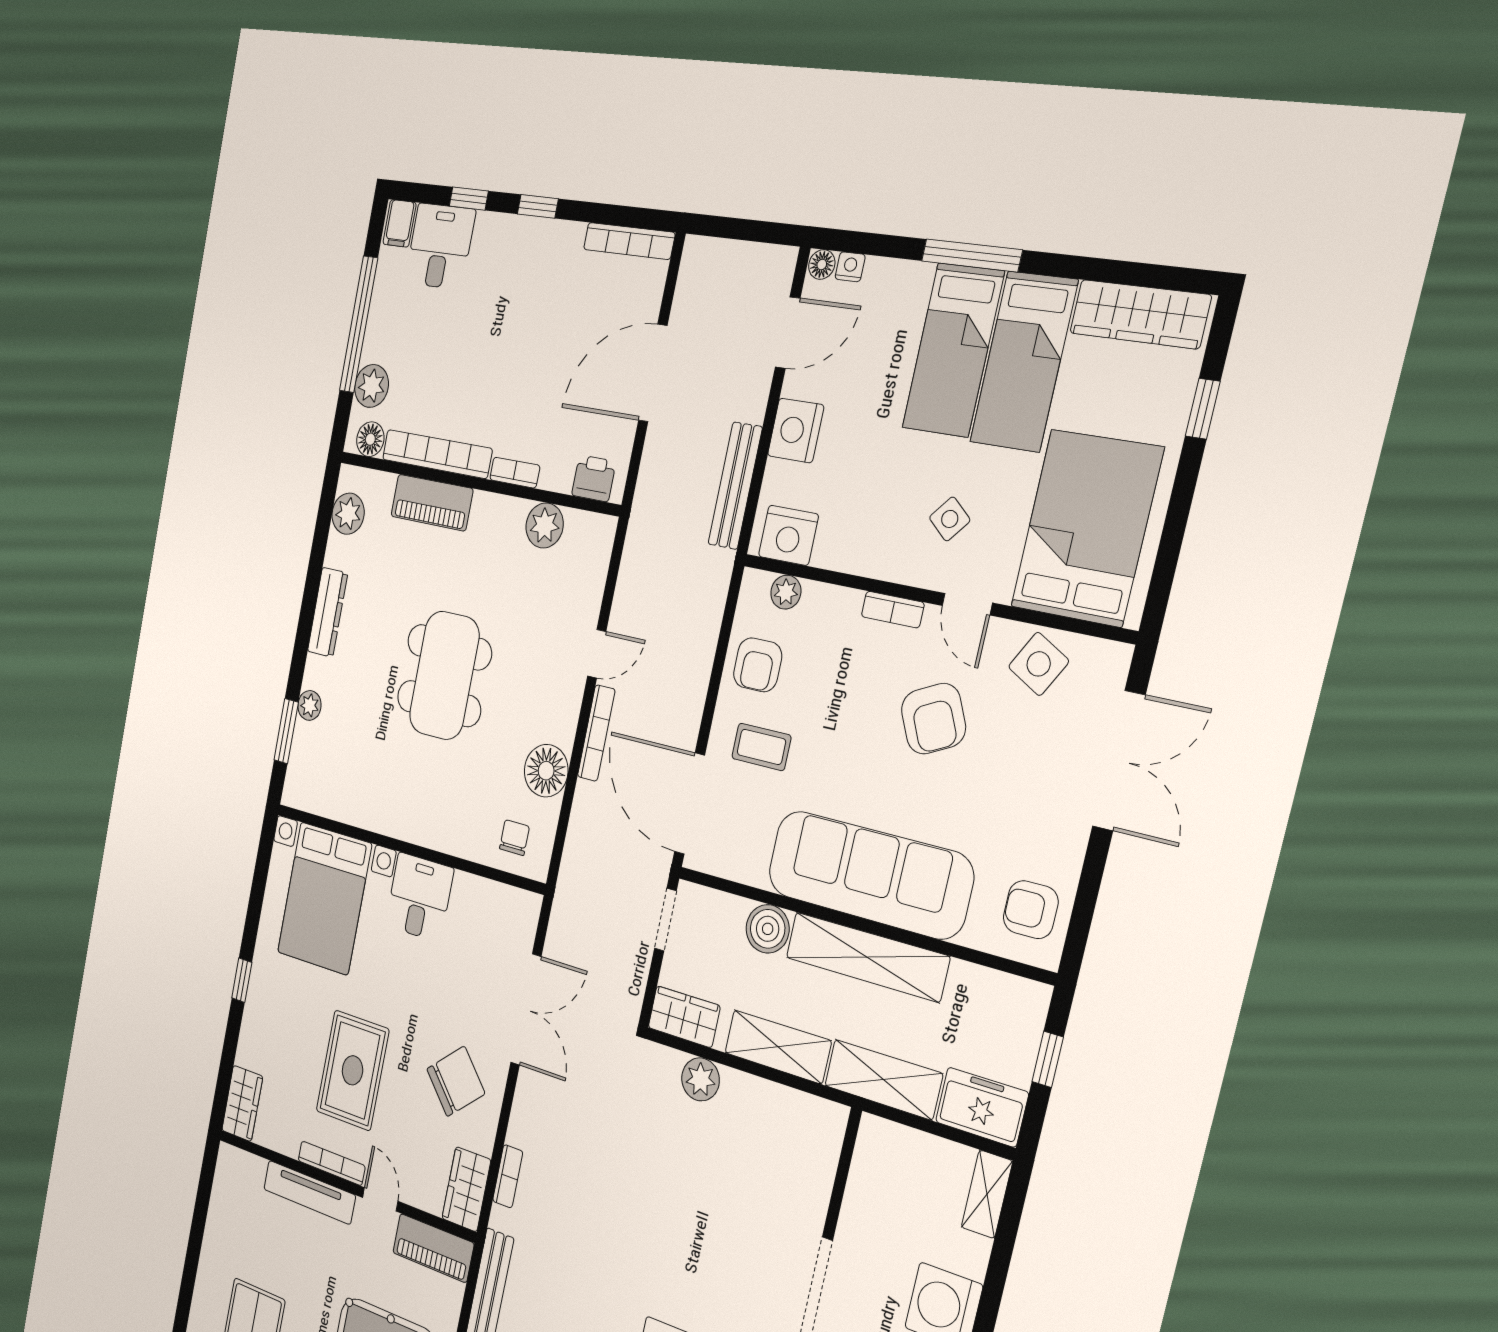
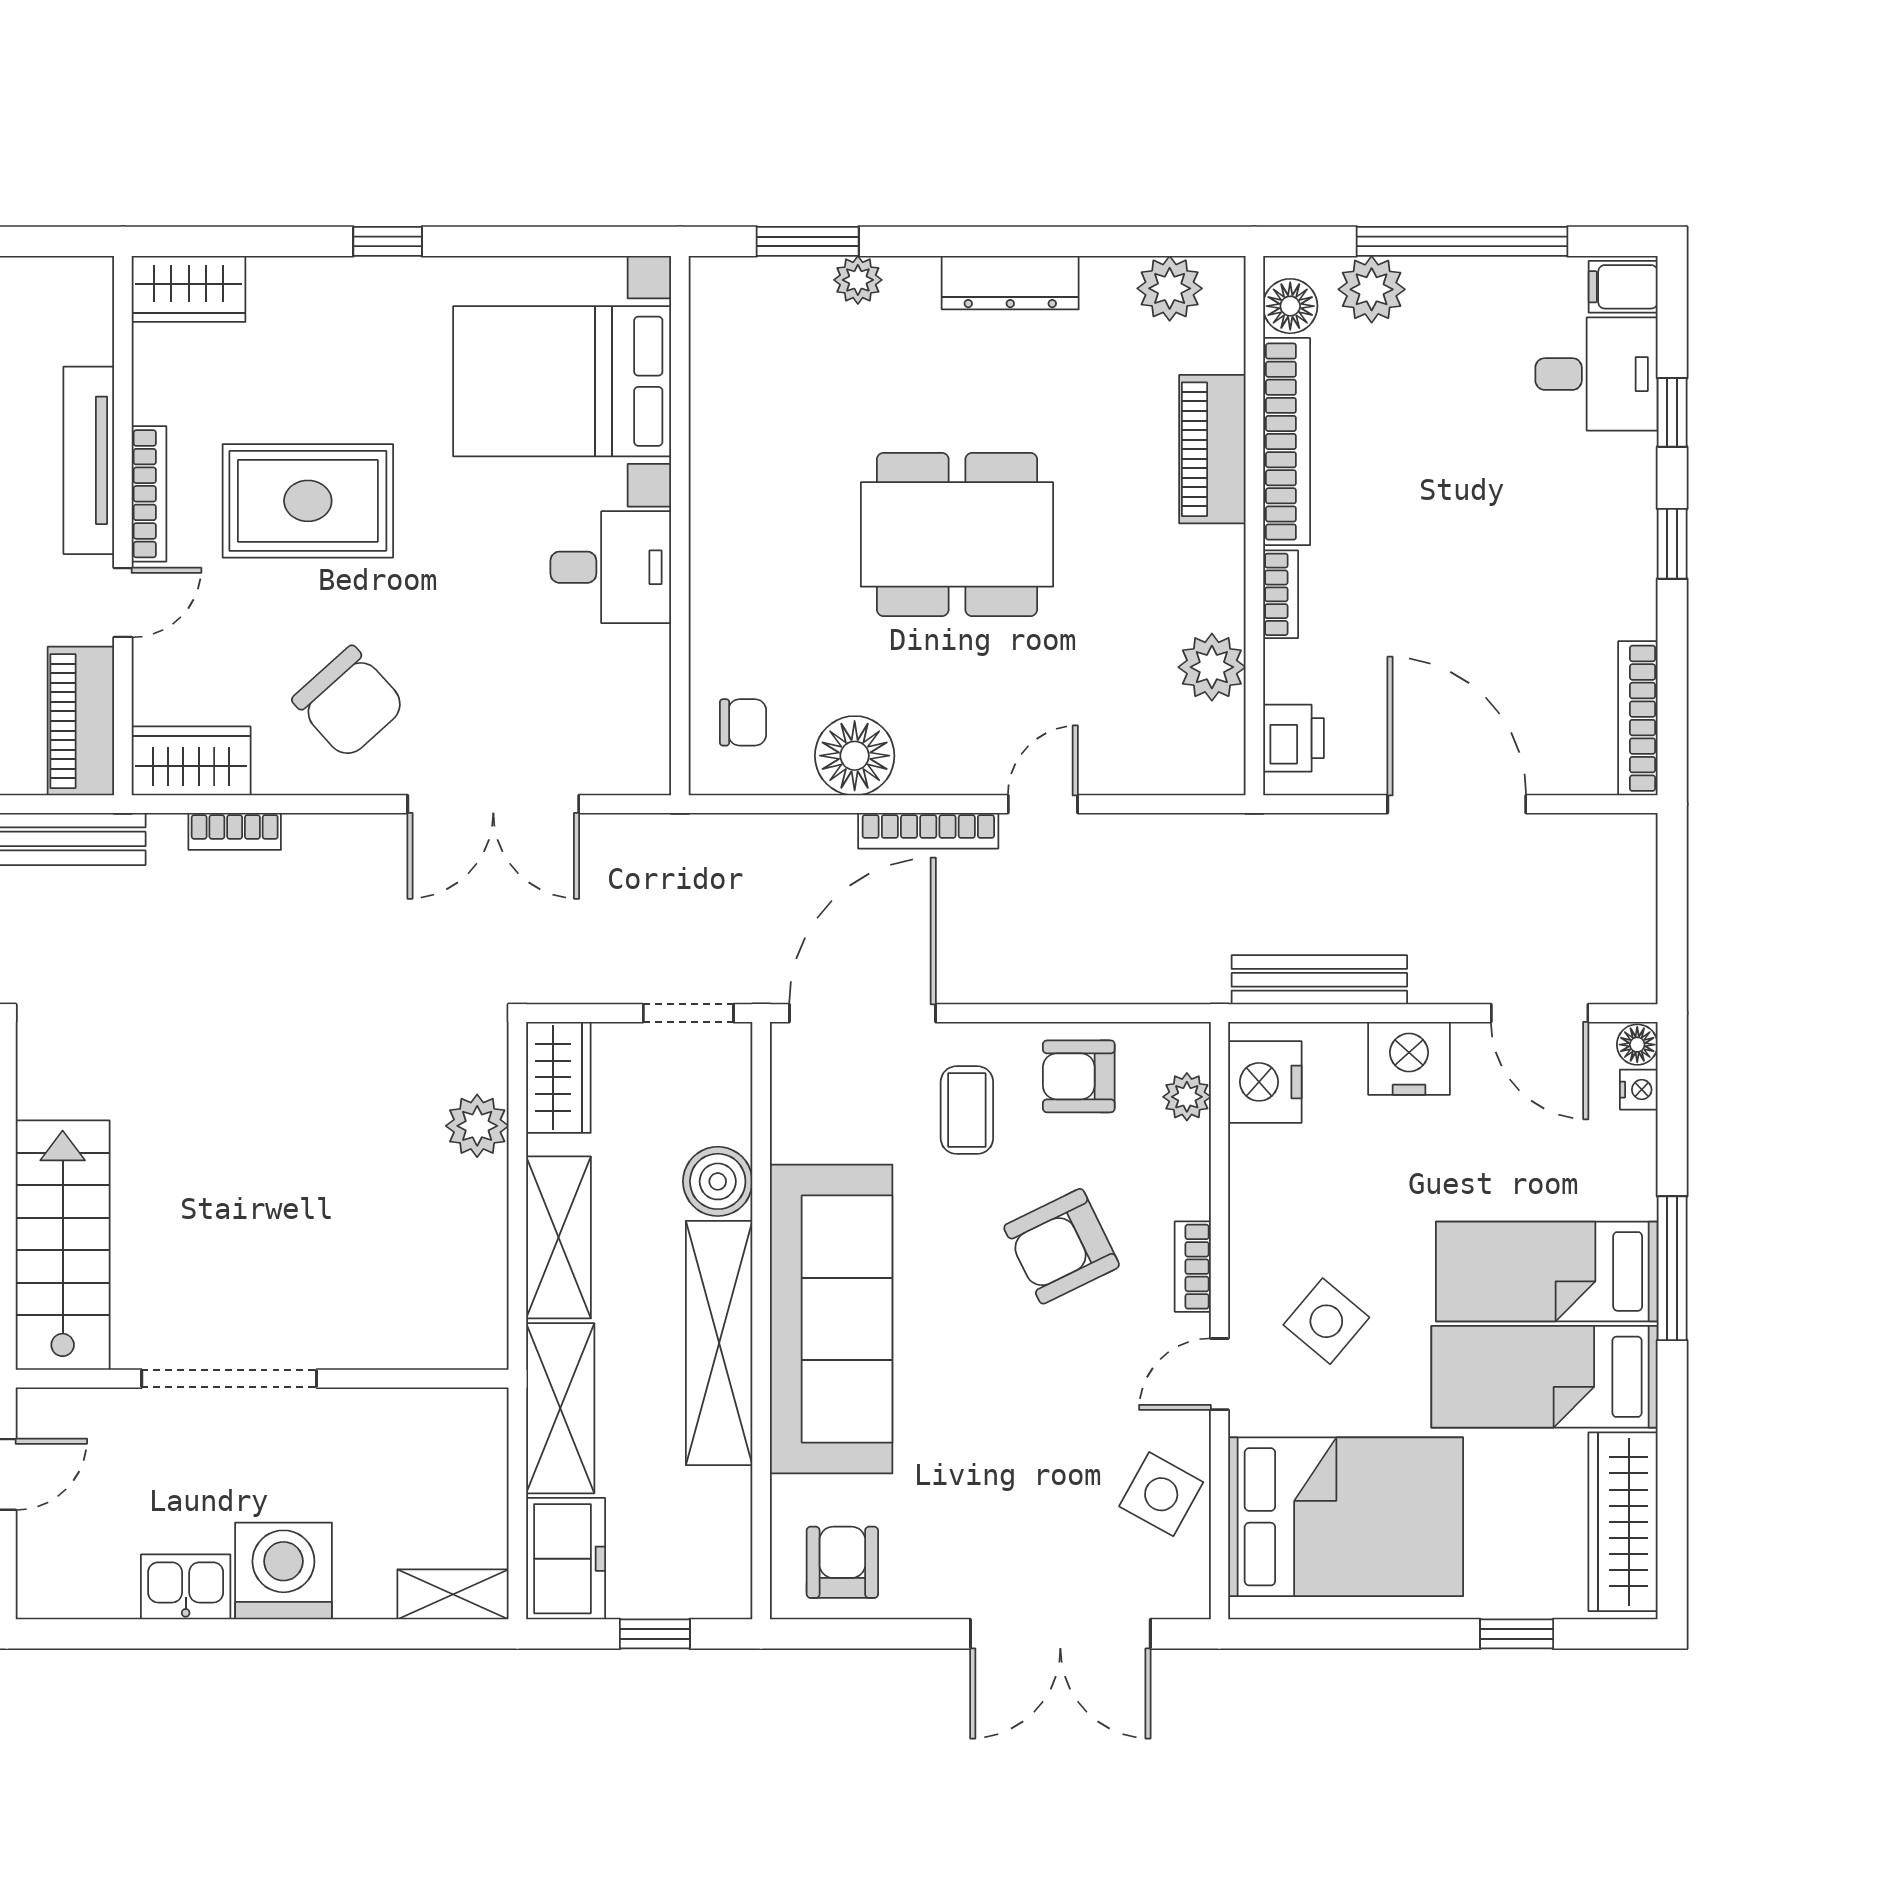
side table: (950, 519) -> (1326, 1321), width x1.37, depth x1.37
door: (597, 654) -> (1043, 804), swing flipped
armchair: (933, 719) -> (1062, 1246), moved

